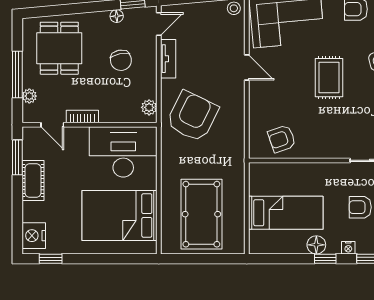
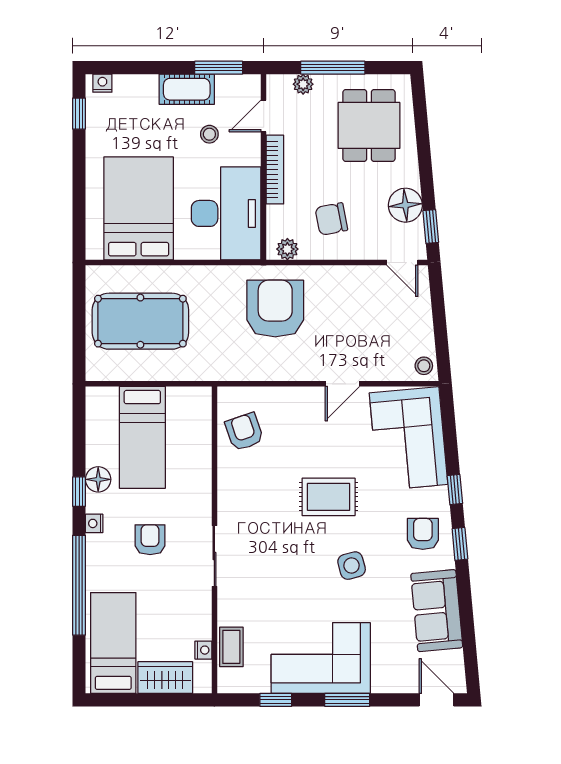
floor lamp: (117, 16) -> (405, 205), width x1.89, depth x1.89
dining table: (59, 48) -> (369, 125), turned 90
tv unit: (168, 59) -> (355, 275), removed
chair: (121, 60) -> (331, 219), moved
armchair: (192, 116) -> (275, 309), turned -116
bookcase: (82, 117) -> (275, 170), width x1.56
stool: (66, 164) -> (209, 134), added
nightstand: (34, 236) -> (102, 83), width x0.53, depth x0.56

